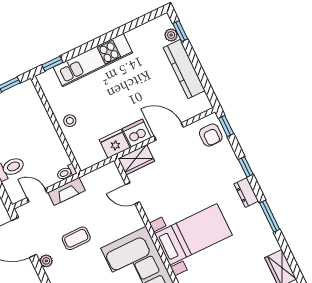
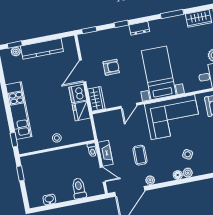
armchair: (211, 135) -> (111, 67), moved
door: (133, 193) -> (129, 106), moved
door: (37, 195) -> (103, 175), swing flipped
window: (270, 216) -> (172, 14), moved

